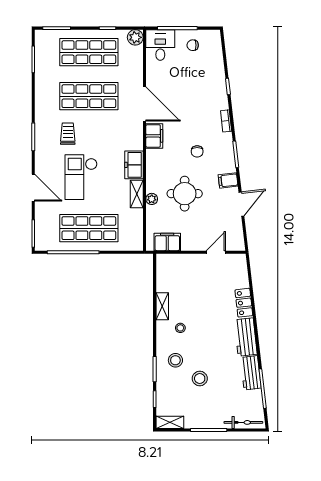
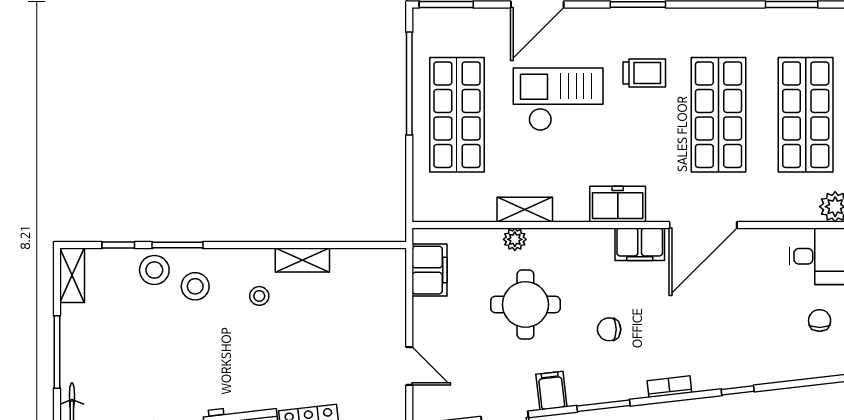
freezer: (134, 165) -> (618, 204), moved
stool: (200, 378) -> (154, 270), moved

